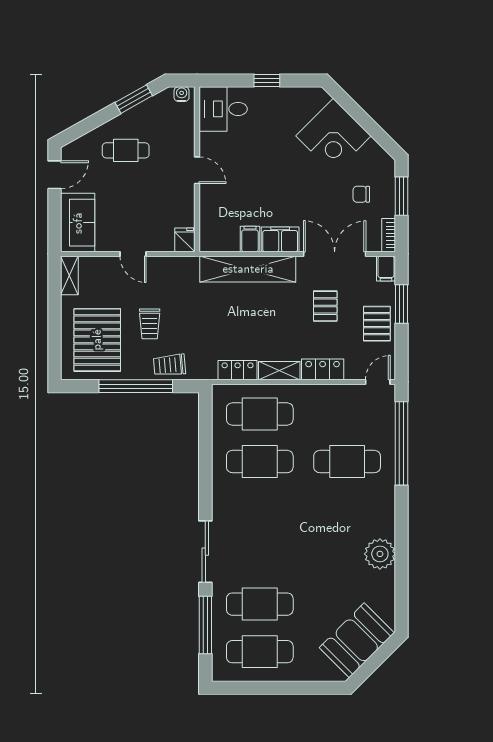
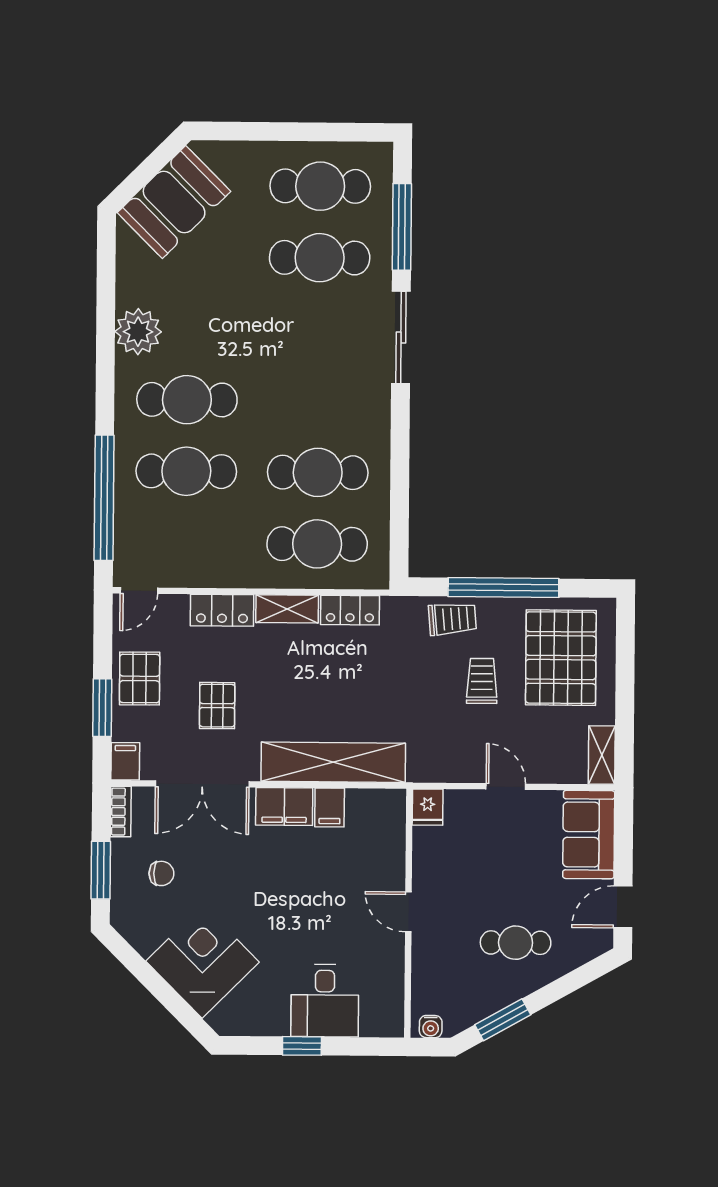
desk: (223, 109) -> (325, 1001), moved, turned 90
cafe table: (347, 509) -> (187, 400), added

